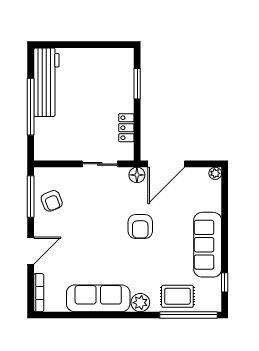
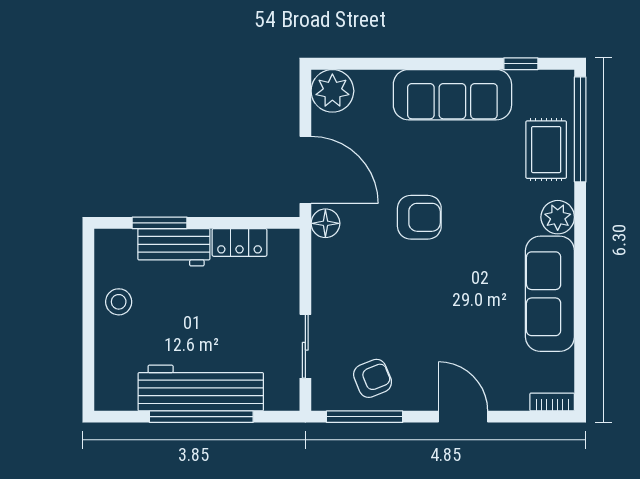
stool: (94, 61) -> (119, 302), added
workbench: (46, 82) -> (201, 388), moved
workbench: (124, 92) -> (174, 247), added
sliding door: (100, 164) -> (305, 346), moved
plant: (215, 173) -> (332, 91), width x1.88, depth x1.88
bookcase: (39, 293) -> (552, 402), width x0.64

